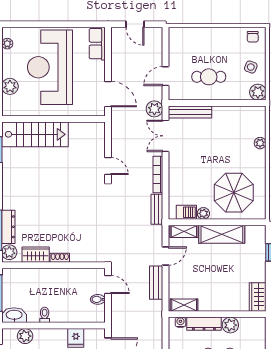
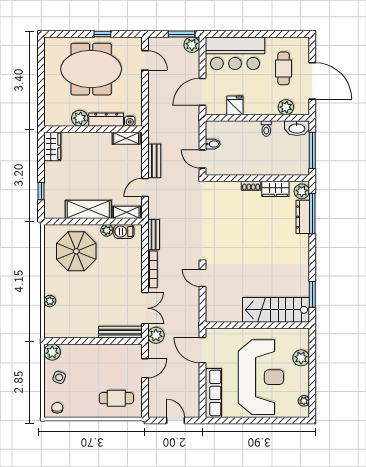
row of seats: (97, 44) -> (213, 393), width x1.48
cafe table: (209, 77) -> (116, 398), moved

